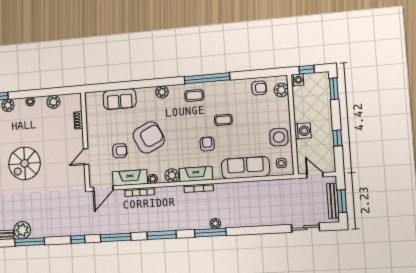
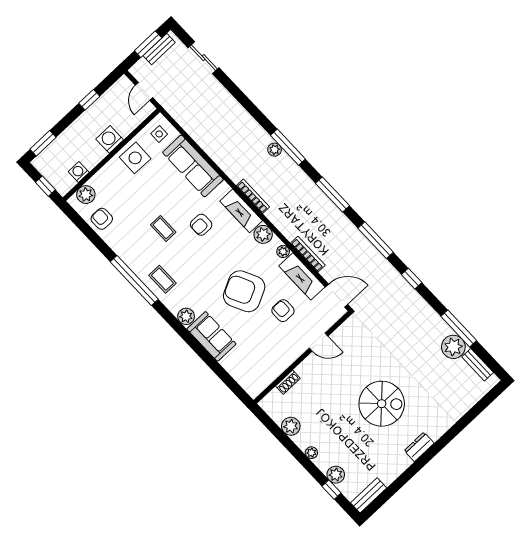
washing machine: (297, 80) -> (79, 172), moved
sofa: (120, 99) -> (211, 336), moved
bench: (333, 201) -> (159, 49), width x0.73

